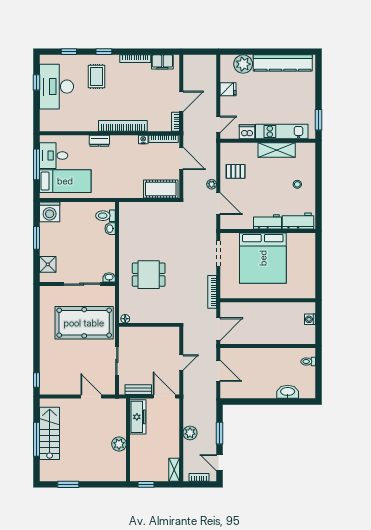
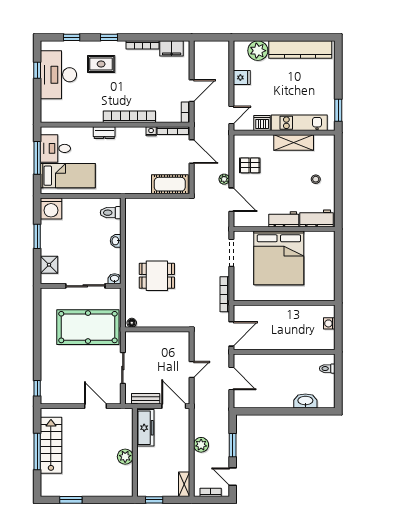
rug: (96, 77) -> (101, 64), turned 90
washbasin: (110, 229) -> (116, 241), moved

